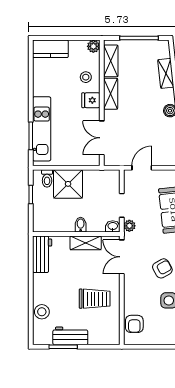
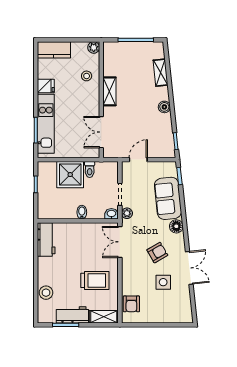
shelving: (111, 61) -> (110, 61), removed
fridge: (91, 100) -> (46, 86), moved, turned 180
toilet: (47, 178) -> (90, 169), moved
shelving: (86, 243) -> (104, 317), moved

